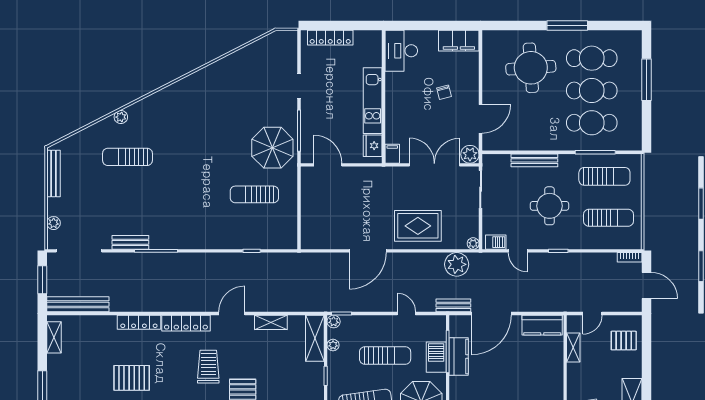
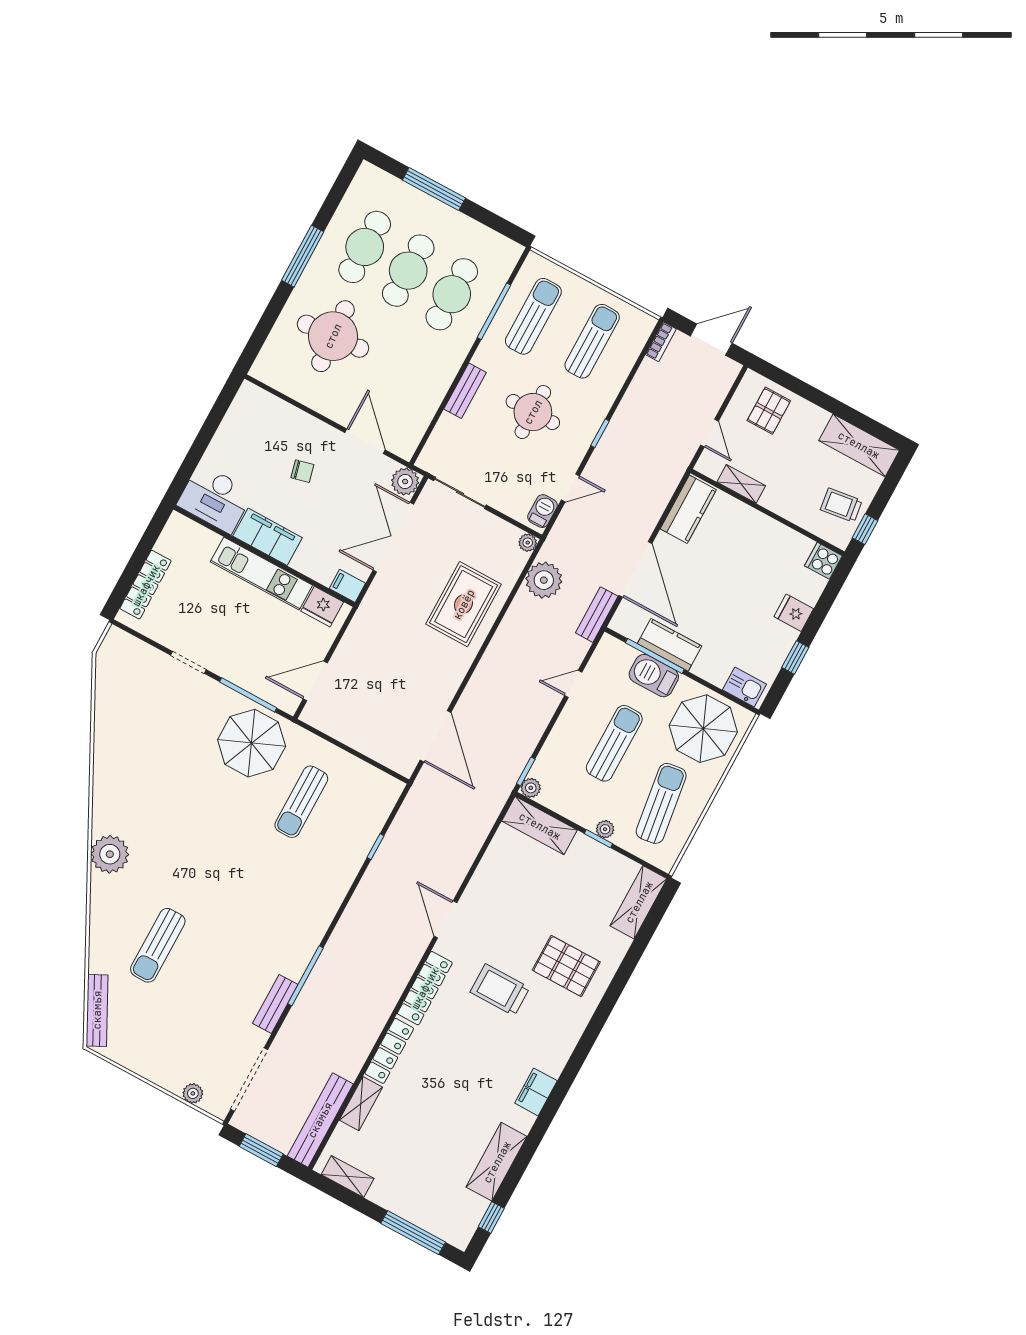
filing cabinet: (459, 41) -> (268, 537), moved, turned -90
plant: (121, 117) -> (110, 854), moved, width x1.87, depth x1.87
bench: (534, 160) -> (465, 391), width x0.73
bench: (54, 174) -> (97, 1010), moved, turned 63
door: (368, 251) -> (435, 736), moved
shelving: (271, 322) -> (361, 1104), moved
plant: (333, 345) -> (605, 829), moved
pallet: (132, 378) -> (459, 1101), removed

